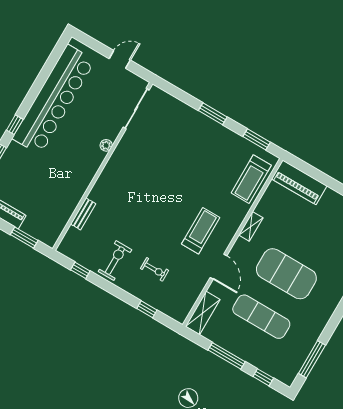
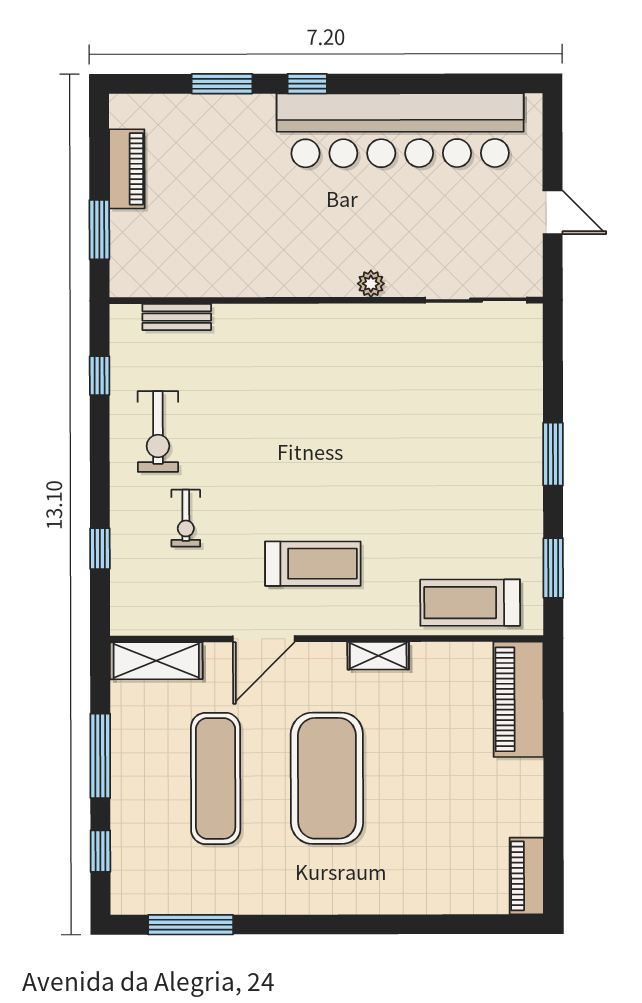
bench: (83, 214) -> (177, 317), moved
exercise bike: (115, 261) -> (158, 431), turned 90

